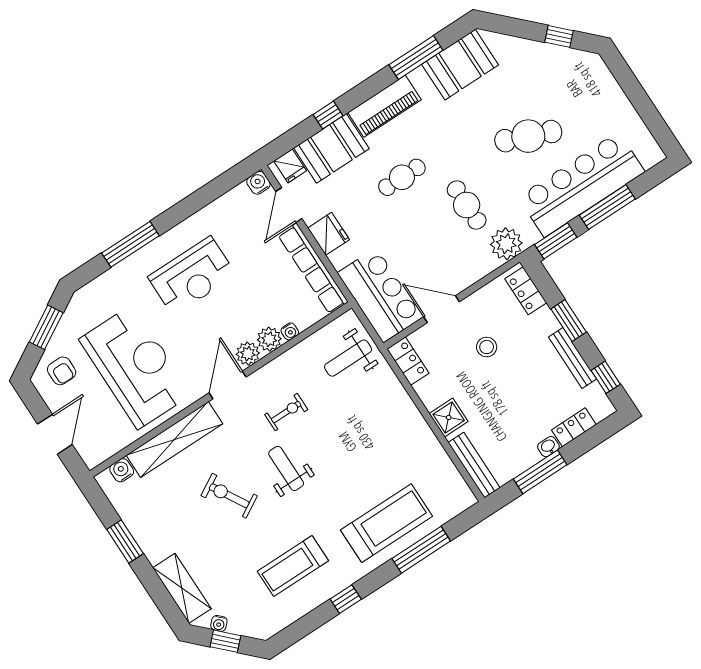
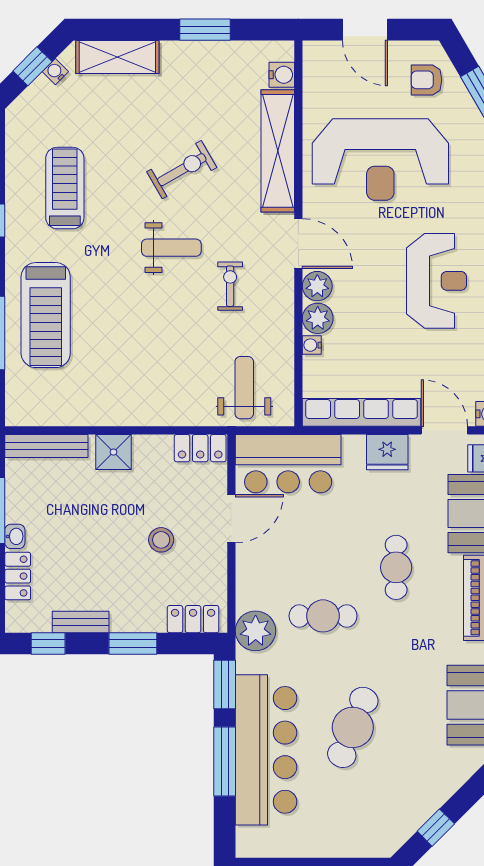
reception desk: (192, 276) -> (437, 281), turned 180
bench: (572, 358) -> (81, 622), width x0.73
exercise bike: (286, 412) -> (230, 286), turned 180

